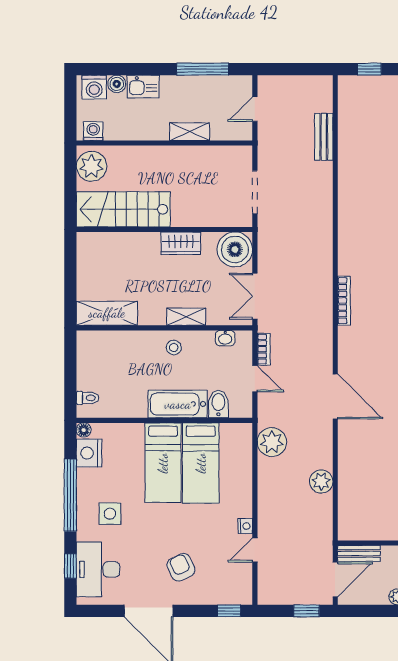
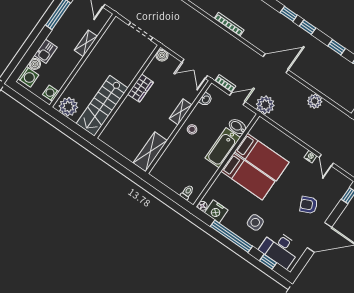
boiler: (235, 249) -> (162, 55), width x0.54, depth x0.54
plant: (272, 442) -> (265, 105), moved

